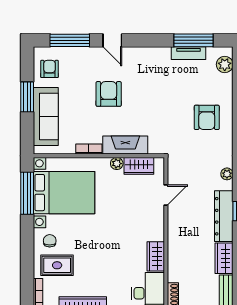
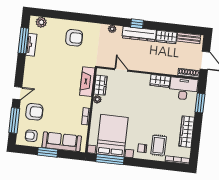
armchair: (109, 94) -> (34, 112), moved, turned 180
fireplace: (125, 145) -> (87, 82), moved

